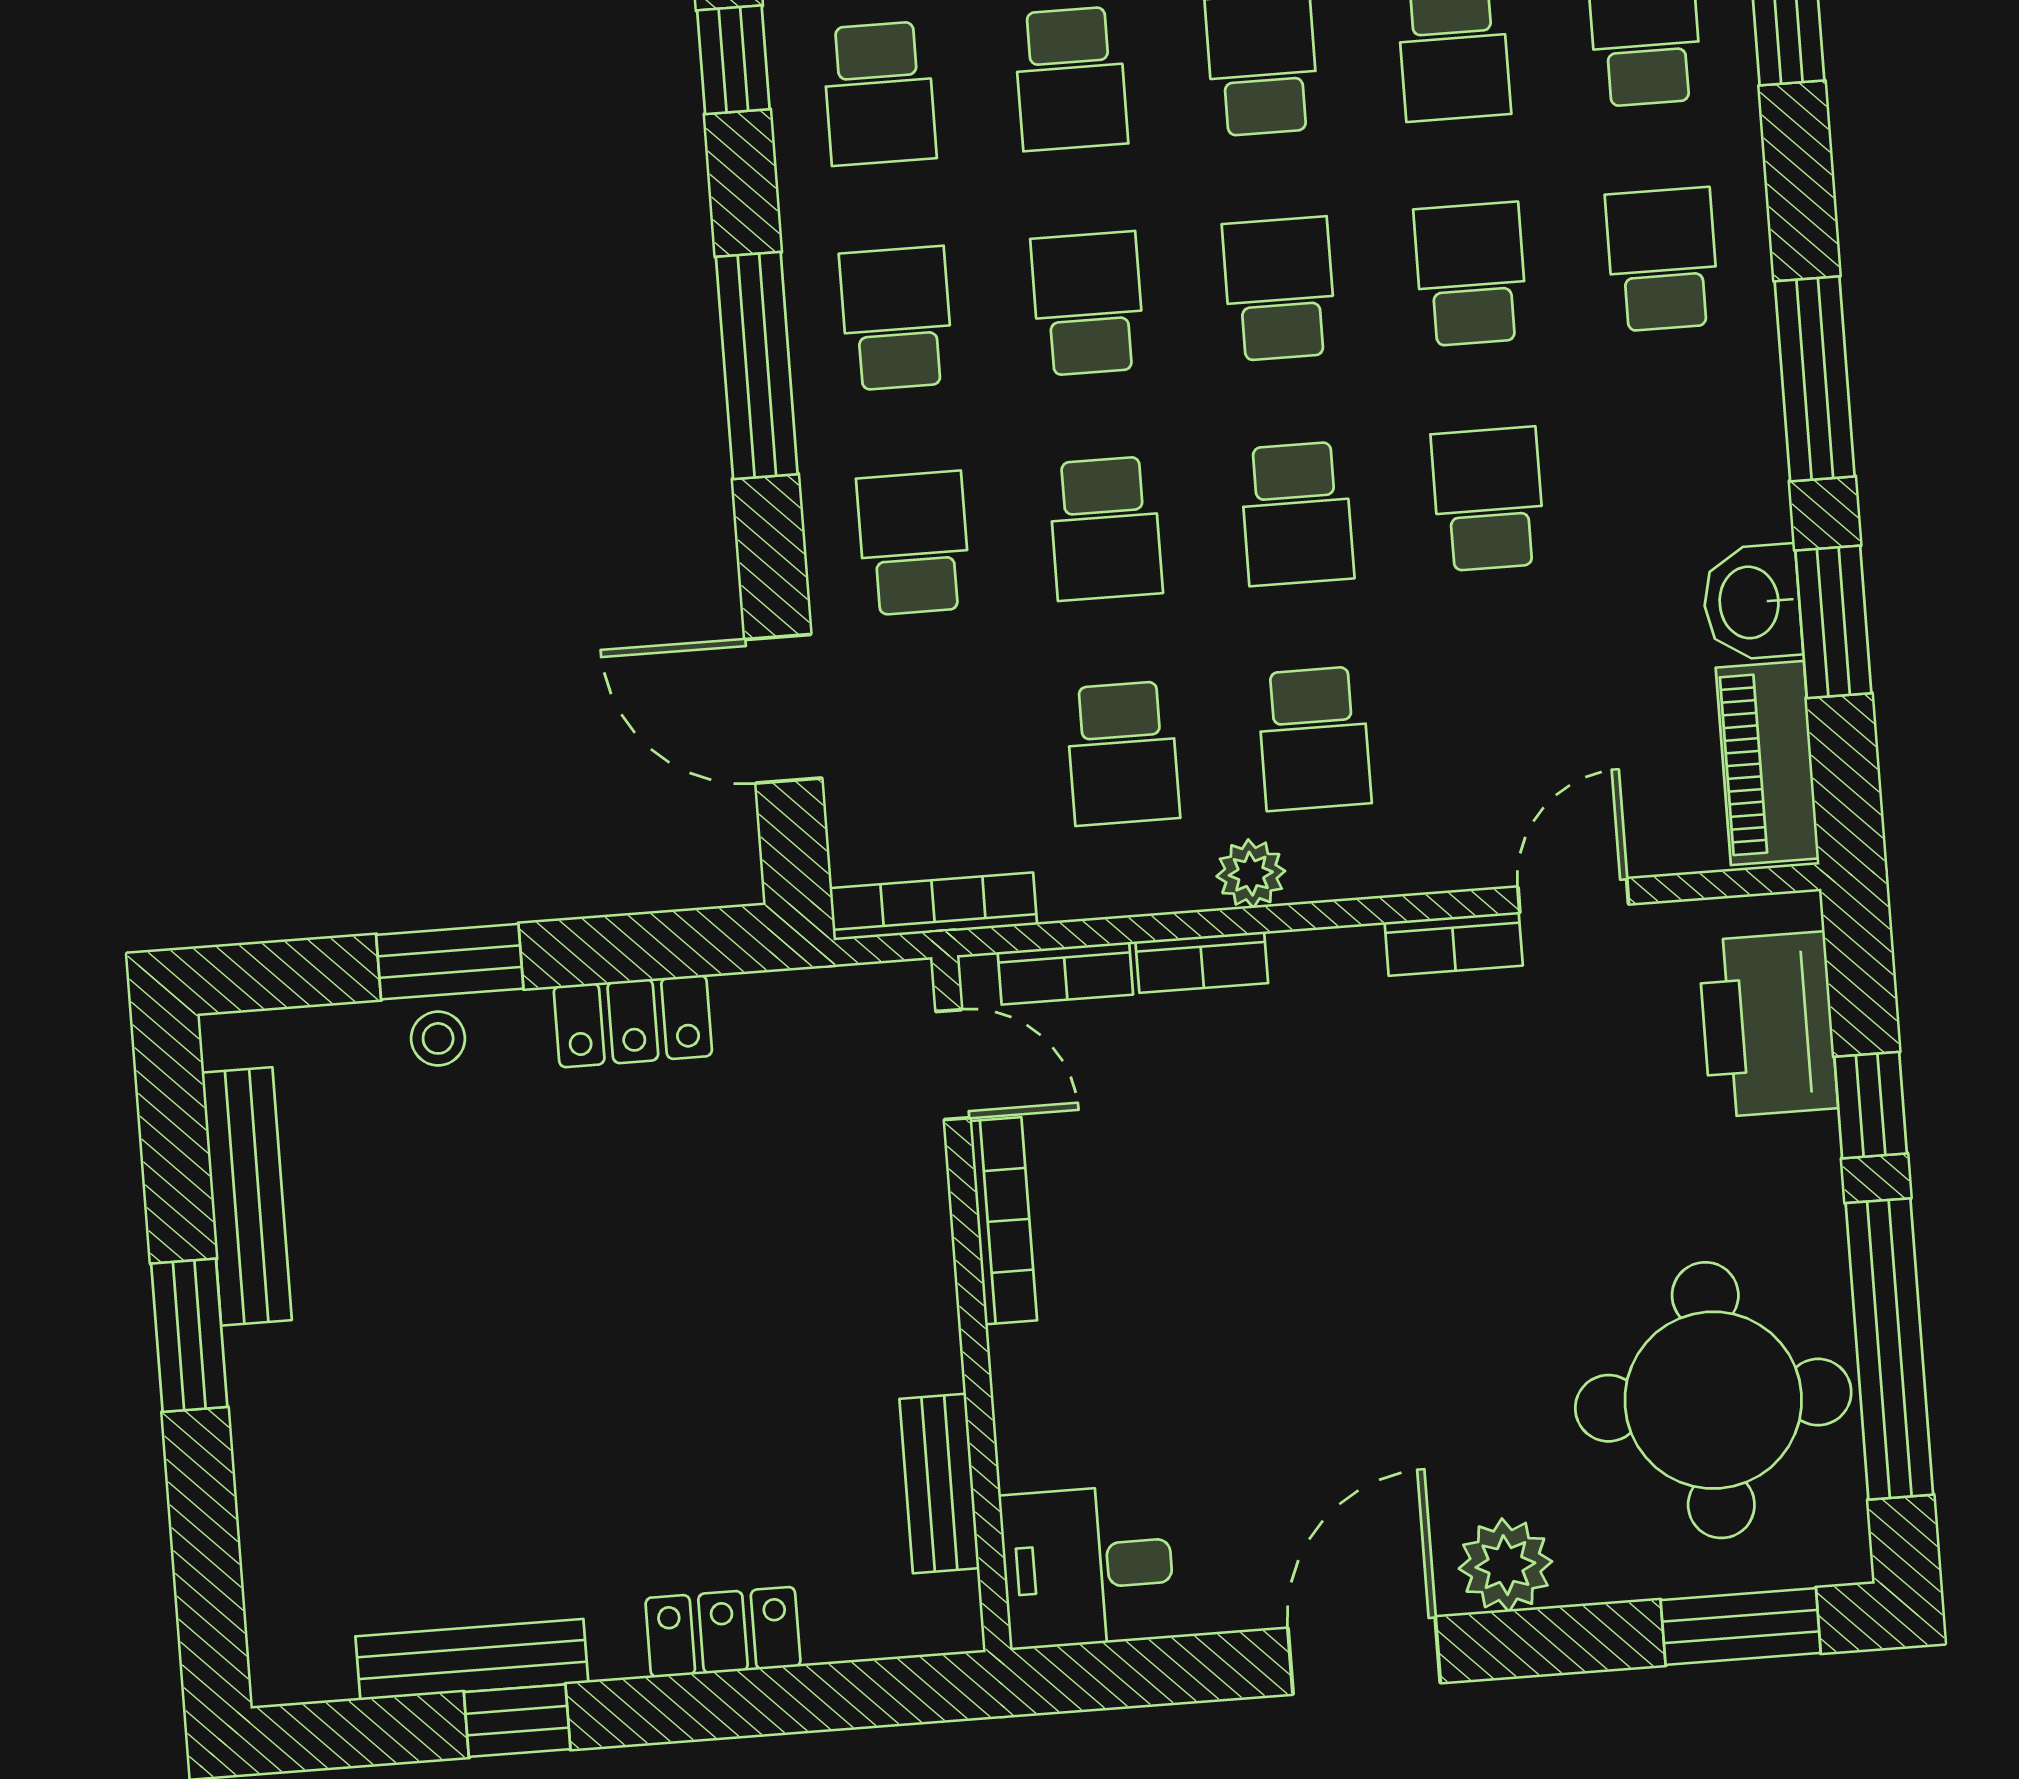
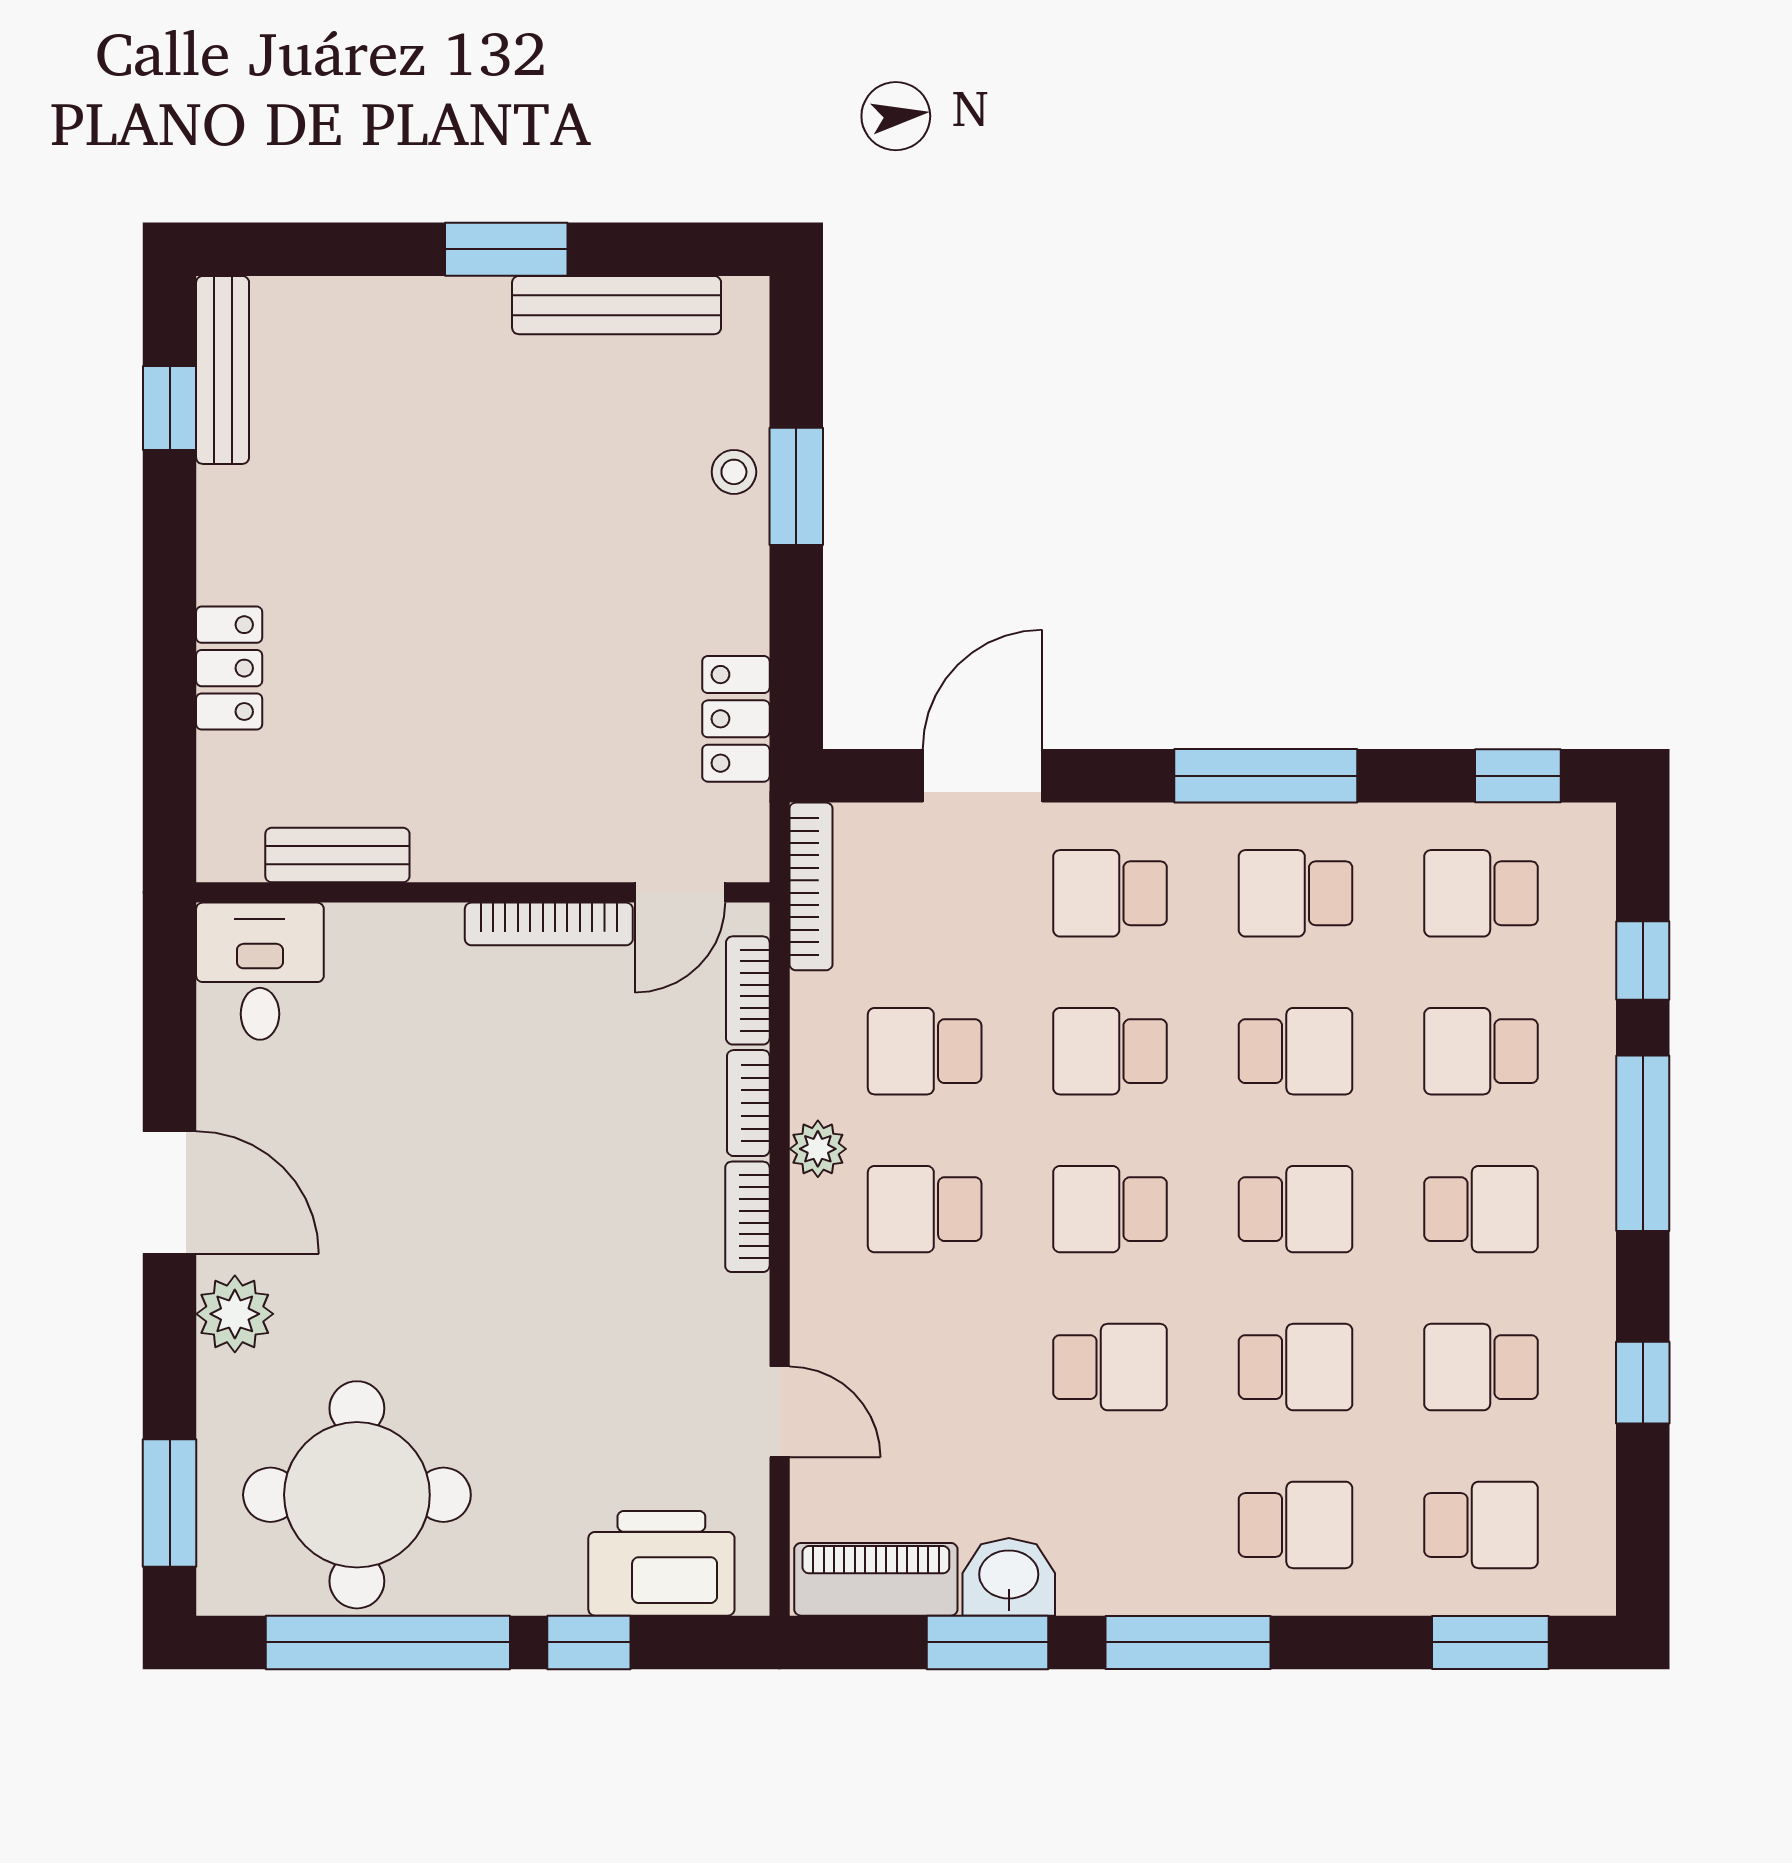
school desk: (896, 318) -> (1296, 893), turned 180
school desk: (914, 543) -> (1110, 893), turned 180
bookcase: (1454, 944) -> (747, 1217), moved
locker: (633, 1021) -> (736, 719), moved
bench: (472, 1659) -> (223, 370), moved
window: (517, 1721) -> (170, 408), moved

